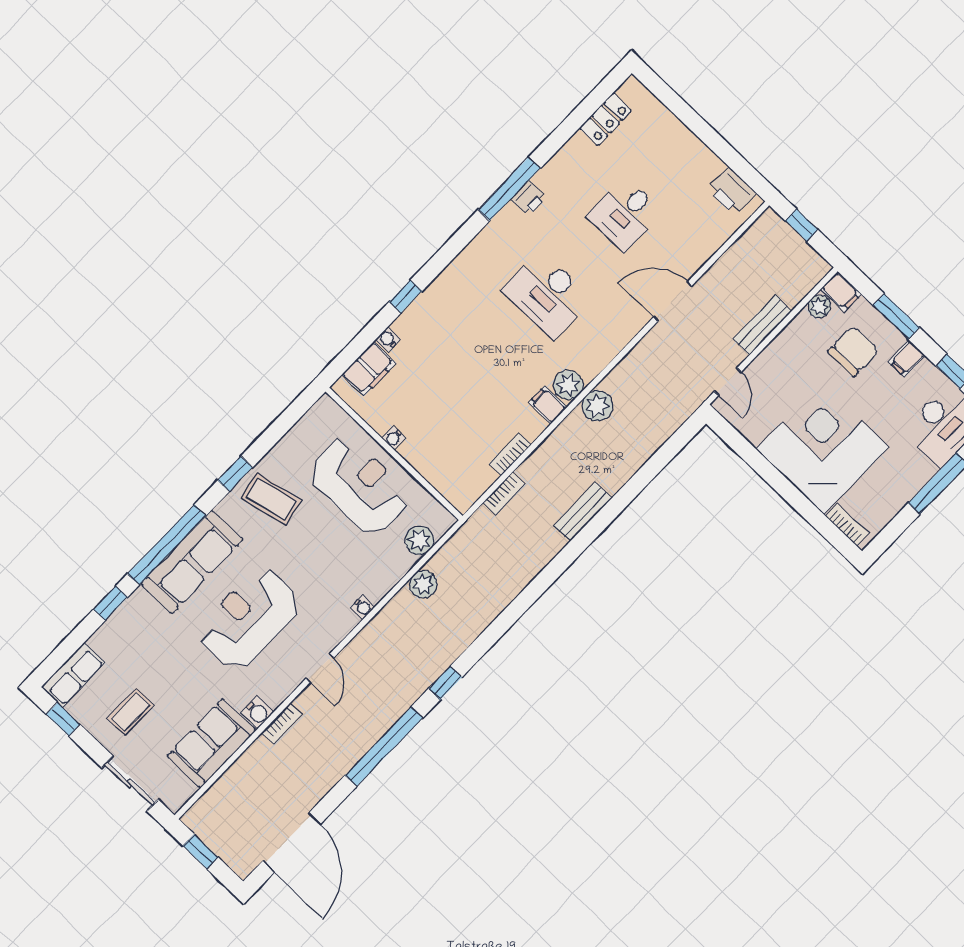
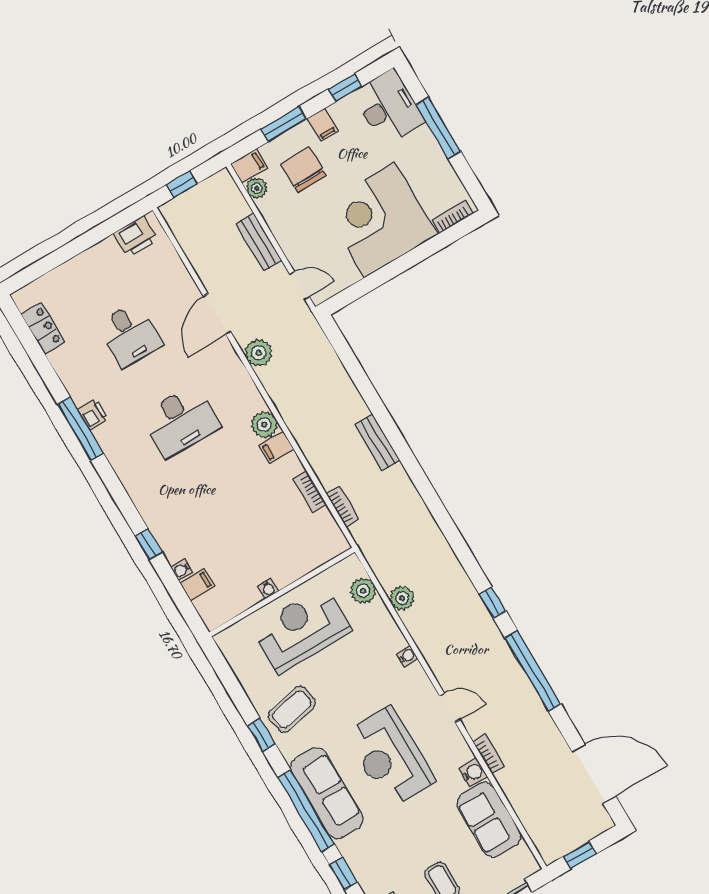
filing cabinet: (369, 369) -> (197, 585), width x0.50
plant: (597, 406) -> (259, 353), moved

